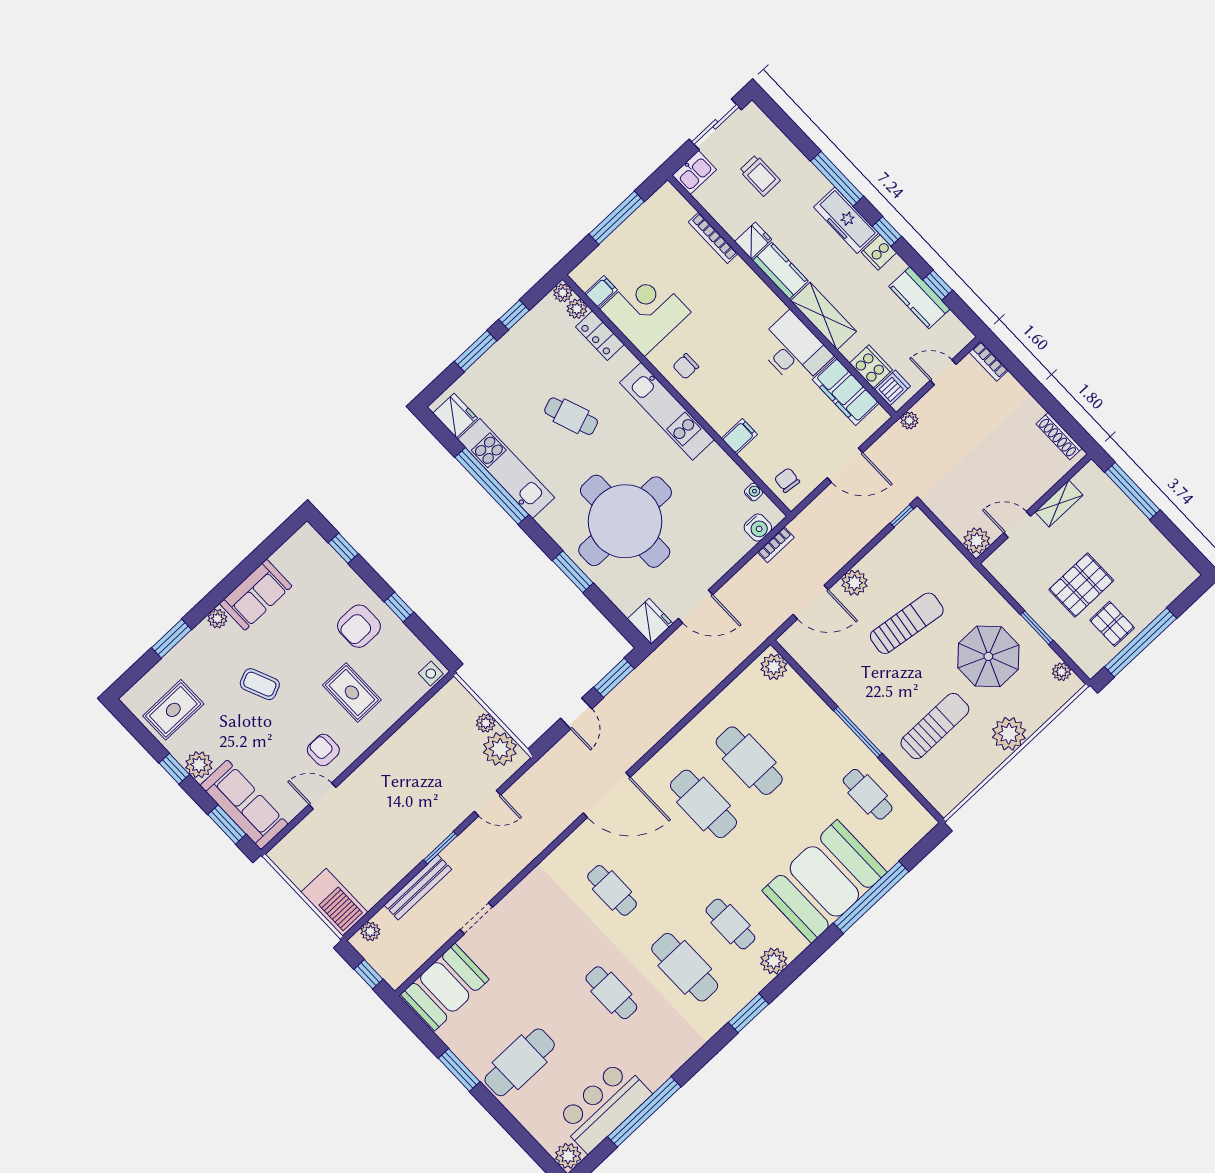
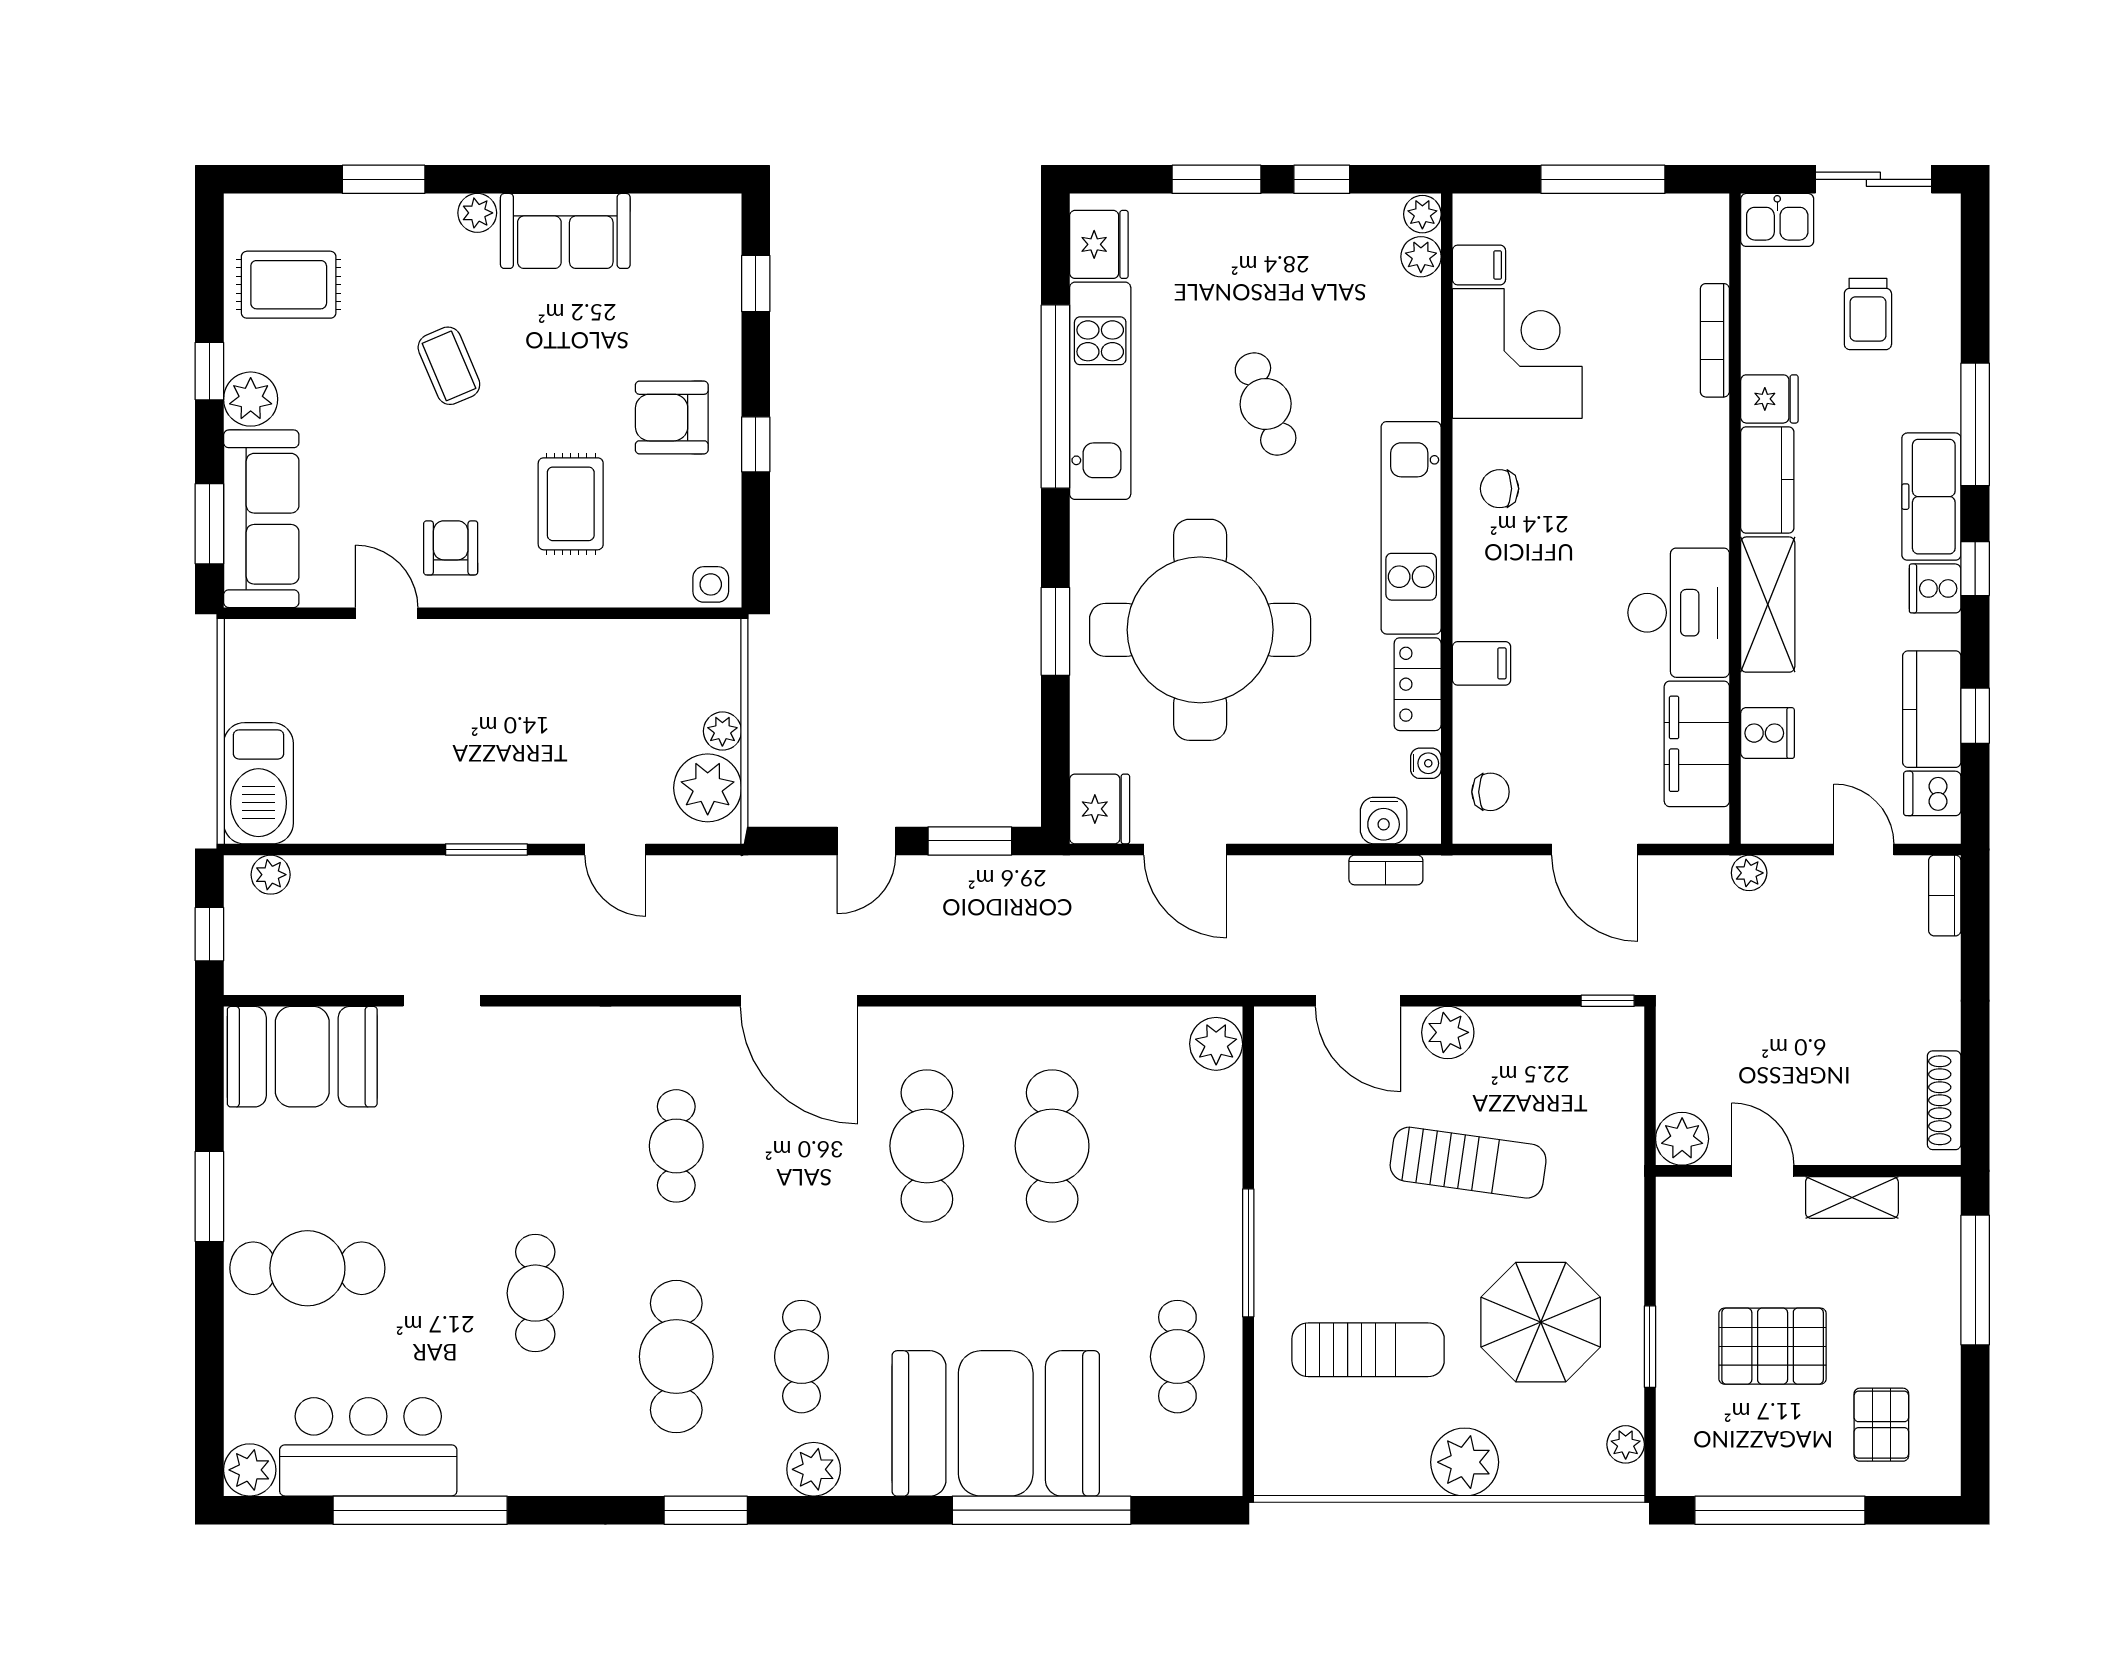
locker: (600, 336) -> (1418, 684), moved
cooker: (871, 366) -> (1767, 733), width x0.73
dishwasher: (893, 388) -> (1932, 793), moved, turned 180
chair: (787, 480) -> (1491, 792), turned 83
pallet: (1112, 624) -> (1881, 1425), moved
bench: (418, 887) -> (400, 876), removed

